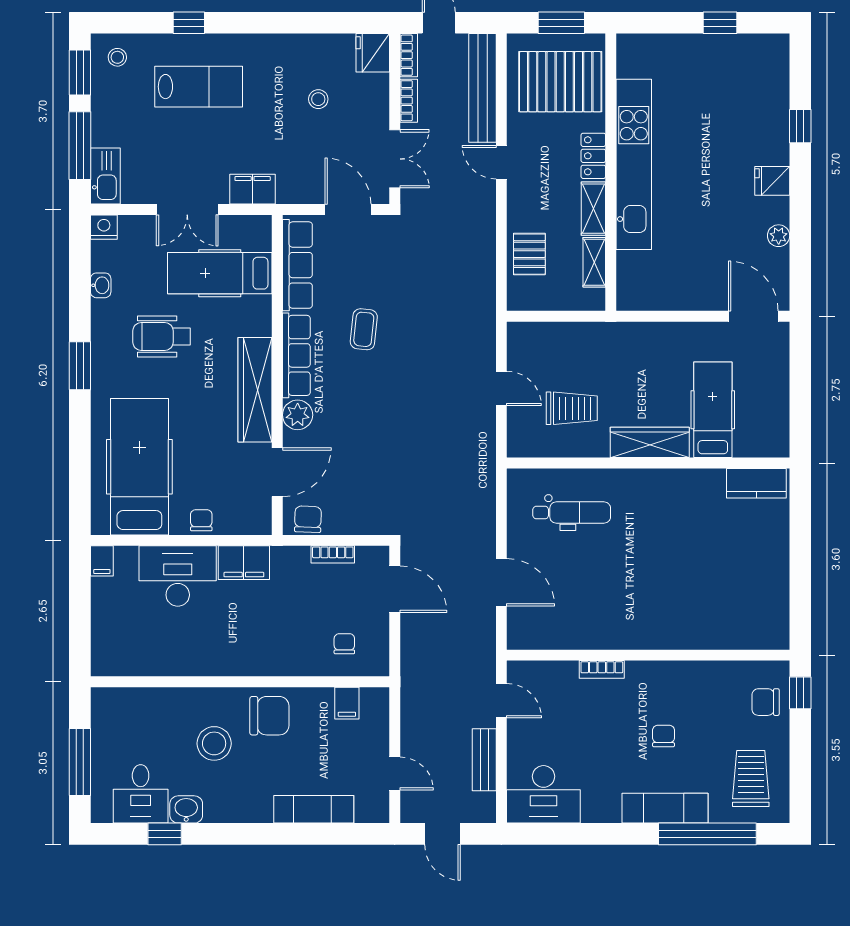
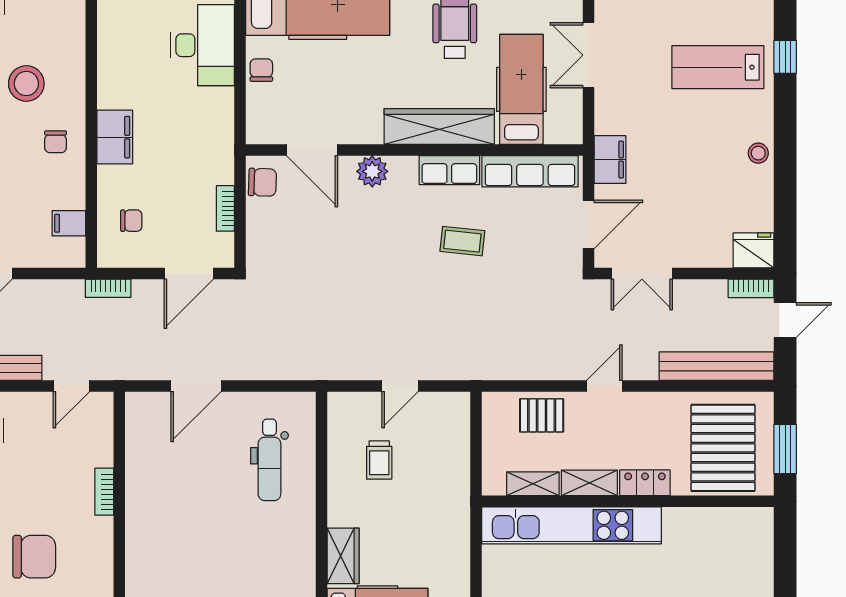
lab bench: (199, 87) -> (718, 67), turned 90
stool: (318, 99) -> (758, 153), moved
bookcase: (409, 101) -> (108, 288), moved
door: (501, 162) -> (604, 386), moved
kitchen unit: (634, 164) -> (571, 525), moved
filing cabinet: (253, 189) -> (610, 160), moved
row of seats: (296, 355) -> (449, 170), width x0.68
wardrobe: (255, 390) -> (439, 127), moved
trolley: (572, 408) -> (379, 460), width x0.73, depth x0.72
wardrobe: (650, 442) -> (343, 556), width x0.67
chair: (201, 520) -> (261, 70), turned -90
filing cabinet: (244, 563) -> (115, 137), moved, turned 180
chair: (269, 716) -> (56, 142), width x0.54, depth x0.54
chair: (664, 736) -> (34, 557), width x1.87, depth x1.87

